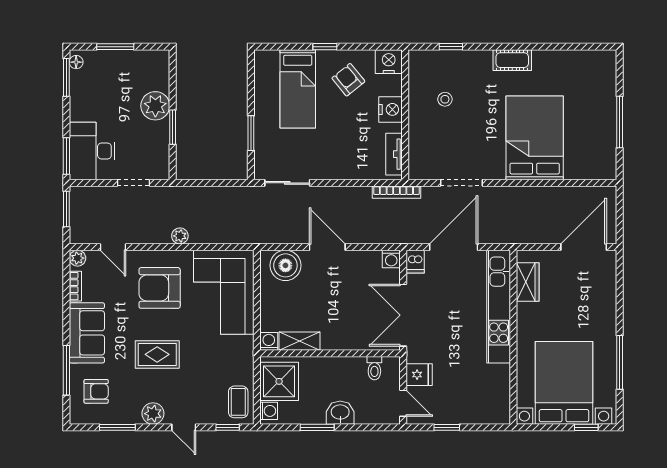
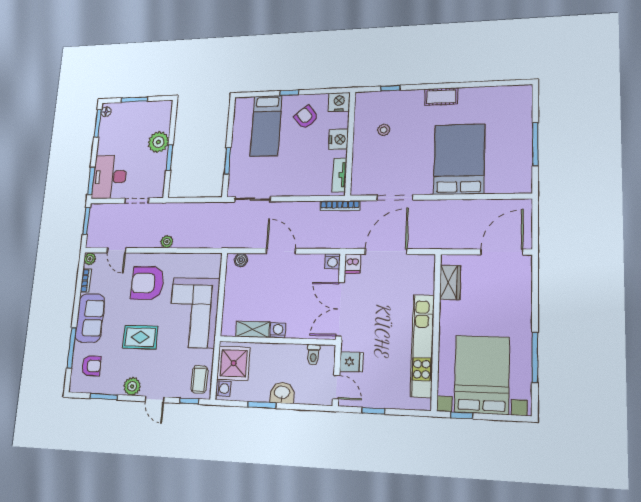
boiler: (285, 265) -> (241, 260), width x0.54, depth x0.54
corner sofa: (224, 292) -> (194, 313), moved
kitchen unit: (499, 307) -> (422, 346), moved
washing machine: (269, 341) -> (278, 330), moved
window: (586, 427) -> (462, 415), moved

